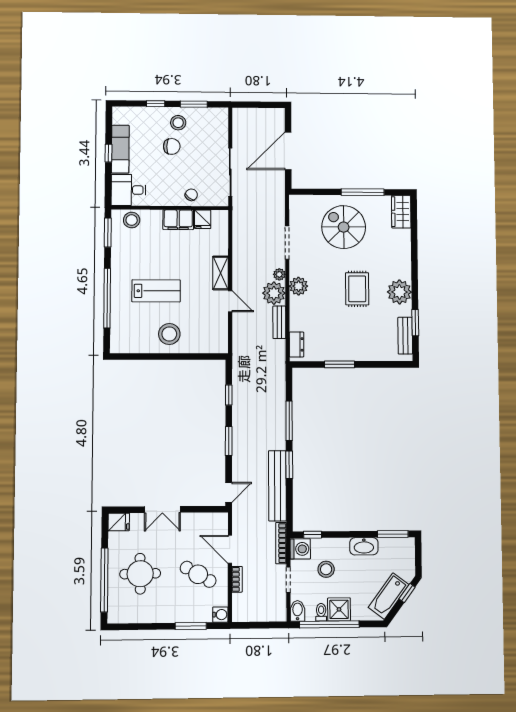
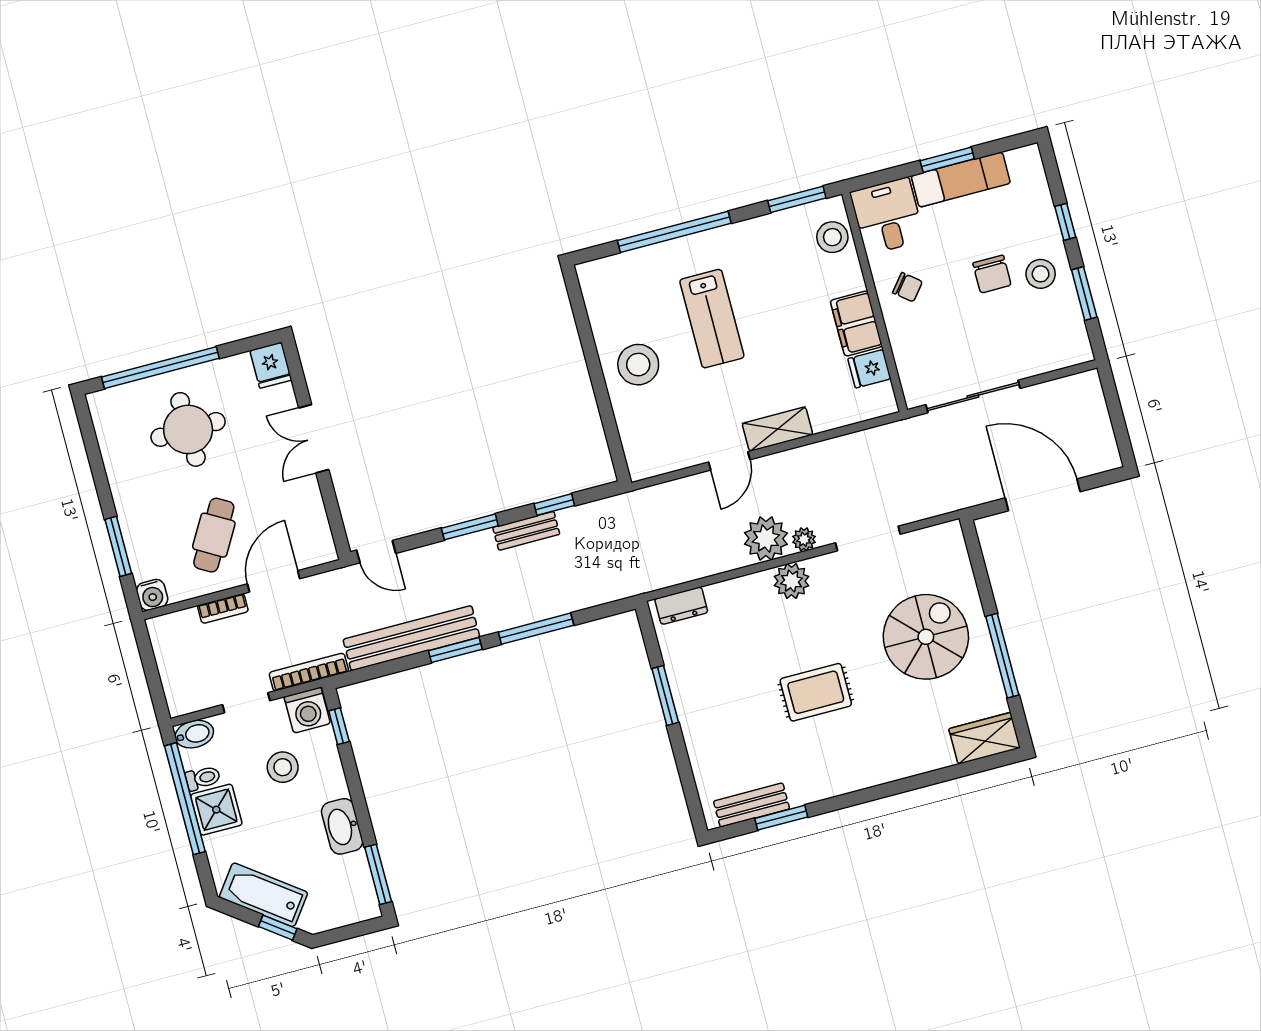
window: (108, 153) -> (947, 160), width x1.50
chair: (191, 195) -> (907, 287), moved
plant: (399, 292) -> (831, 773), removed
bench: (279, 322) -> (526, 531), moved

